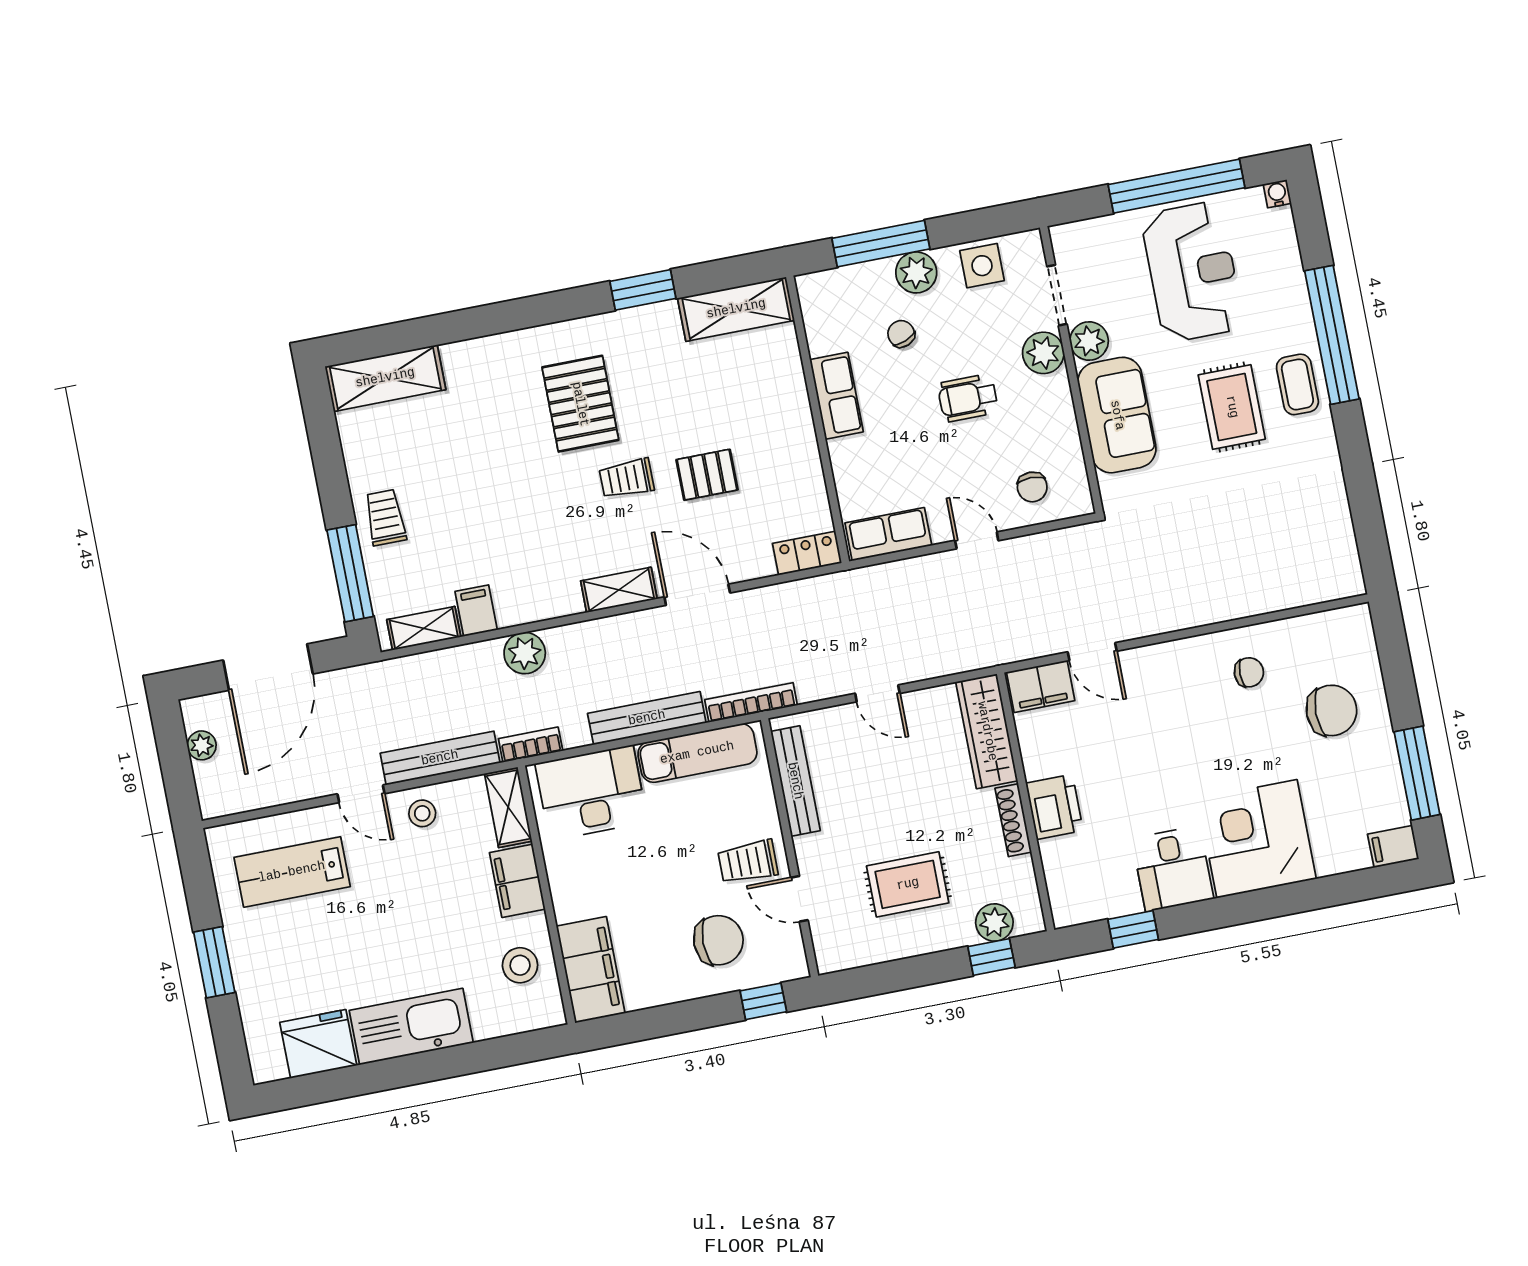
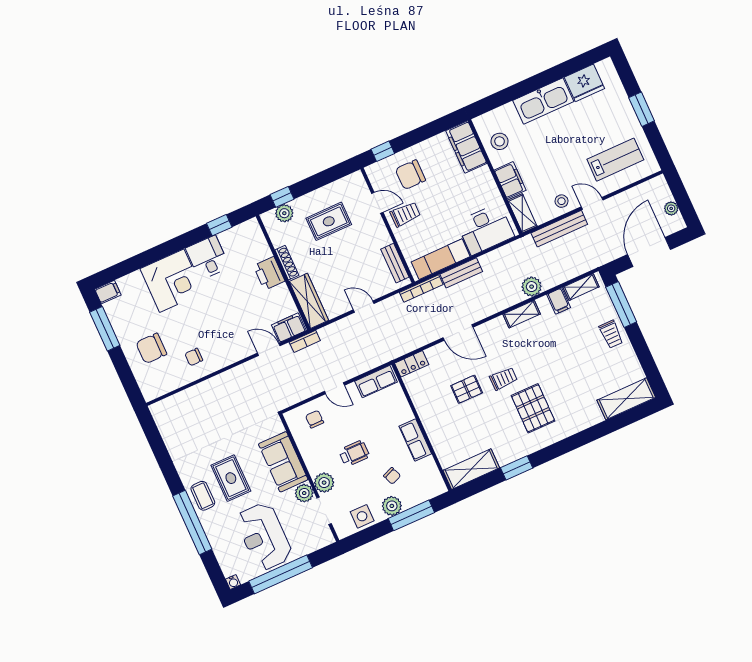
shelving: (619, 590) -> (522, 314), moved
bench: (647, 718) -> (461, 273), width x0.73
bookcase: (531, 745) -> (305, 341), moved
bench: (795, 781) -> (395, 263), width x0.73

